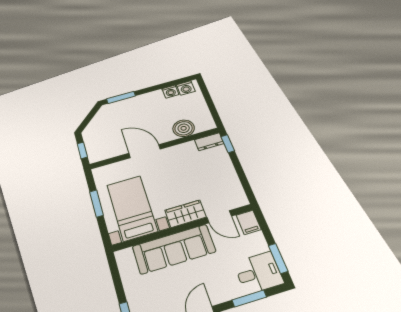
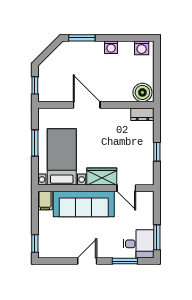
washing machine: (170, 92) -> (111, 47), moved
boiler: (184, 128) -> (142, 92), moved
window: (228, 144) -> (157, 152), moved
filing cabinet: (249, 222) -> (45, 201), moved

